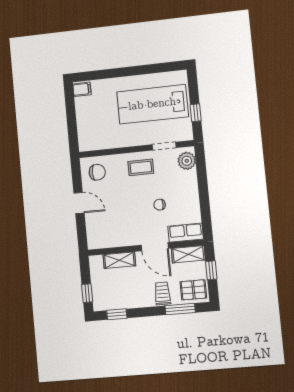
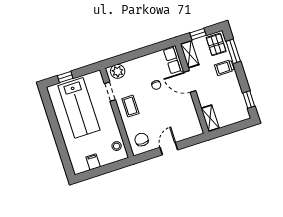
filing cabinet: (82, 89) -> (93, 162), moved
window: (196, 113) -> (65, 77), moved
stool: (96, 140) -> (117, 146), added
door: (155, 247) -> (190, 82), swing flipped
shelving: (119, 260) -> (210, 118), moved
window: (87, 293) -> (238, 126), removed

